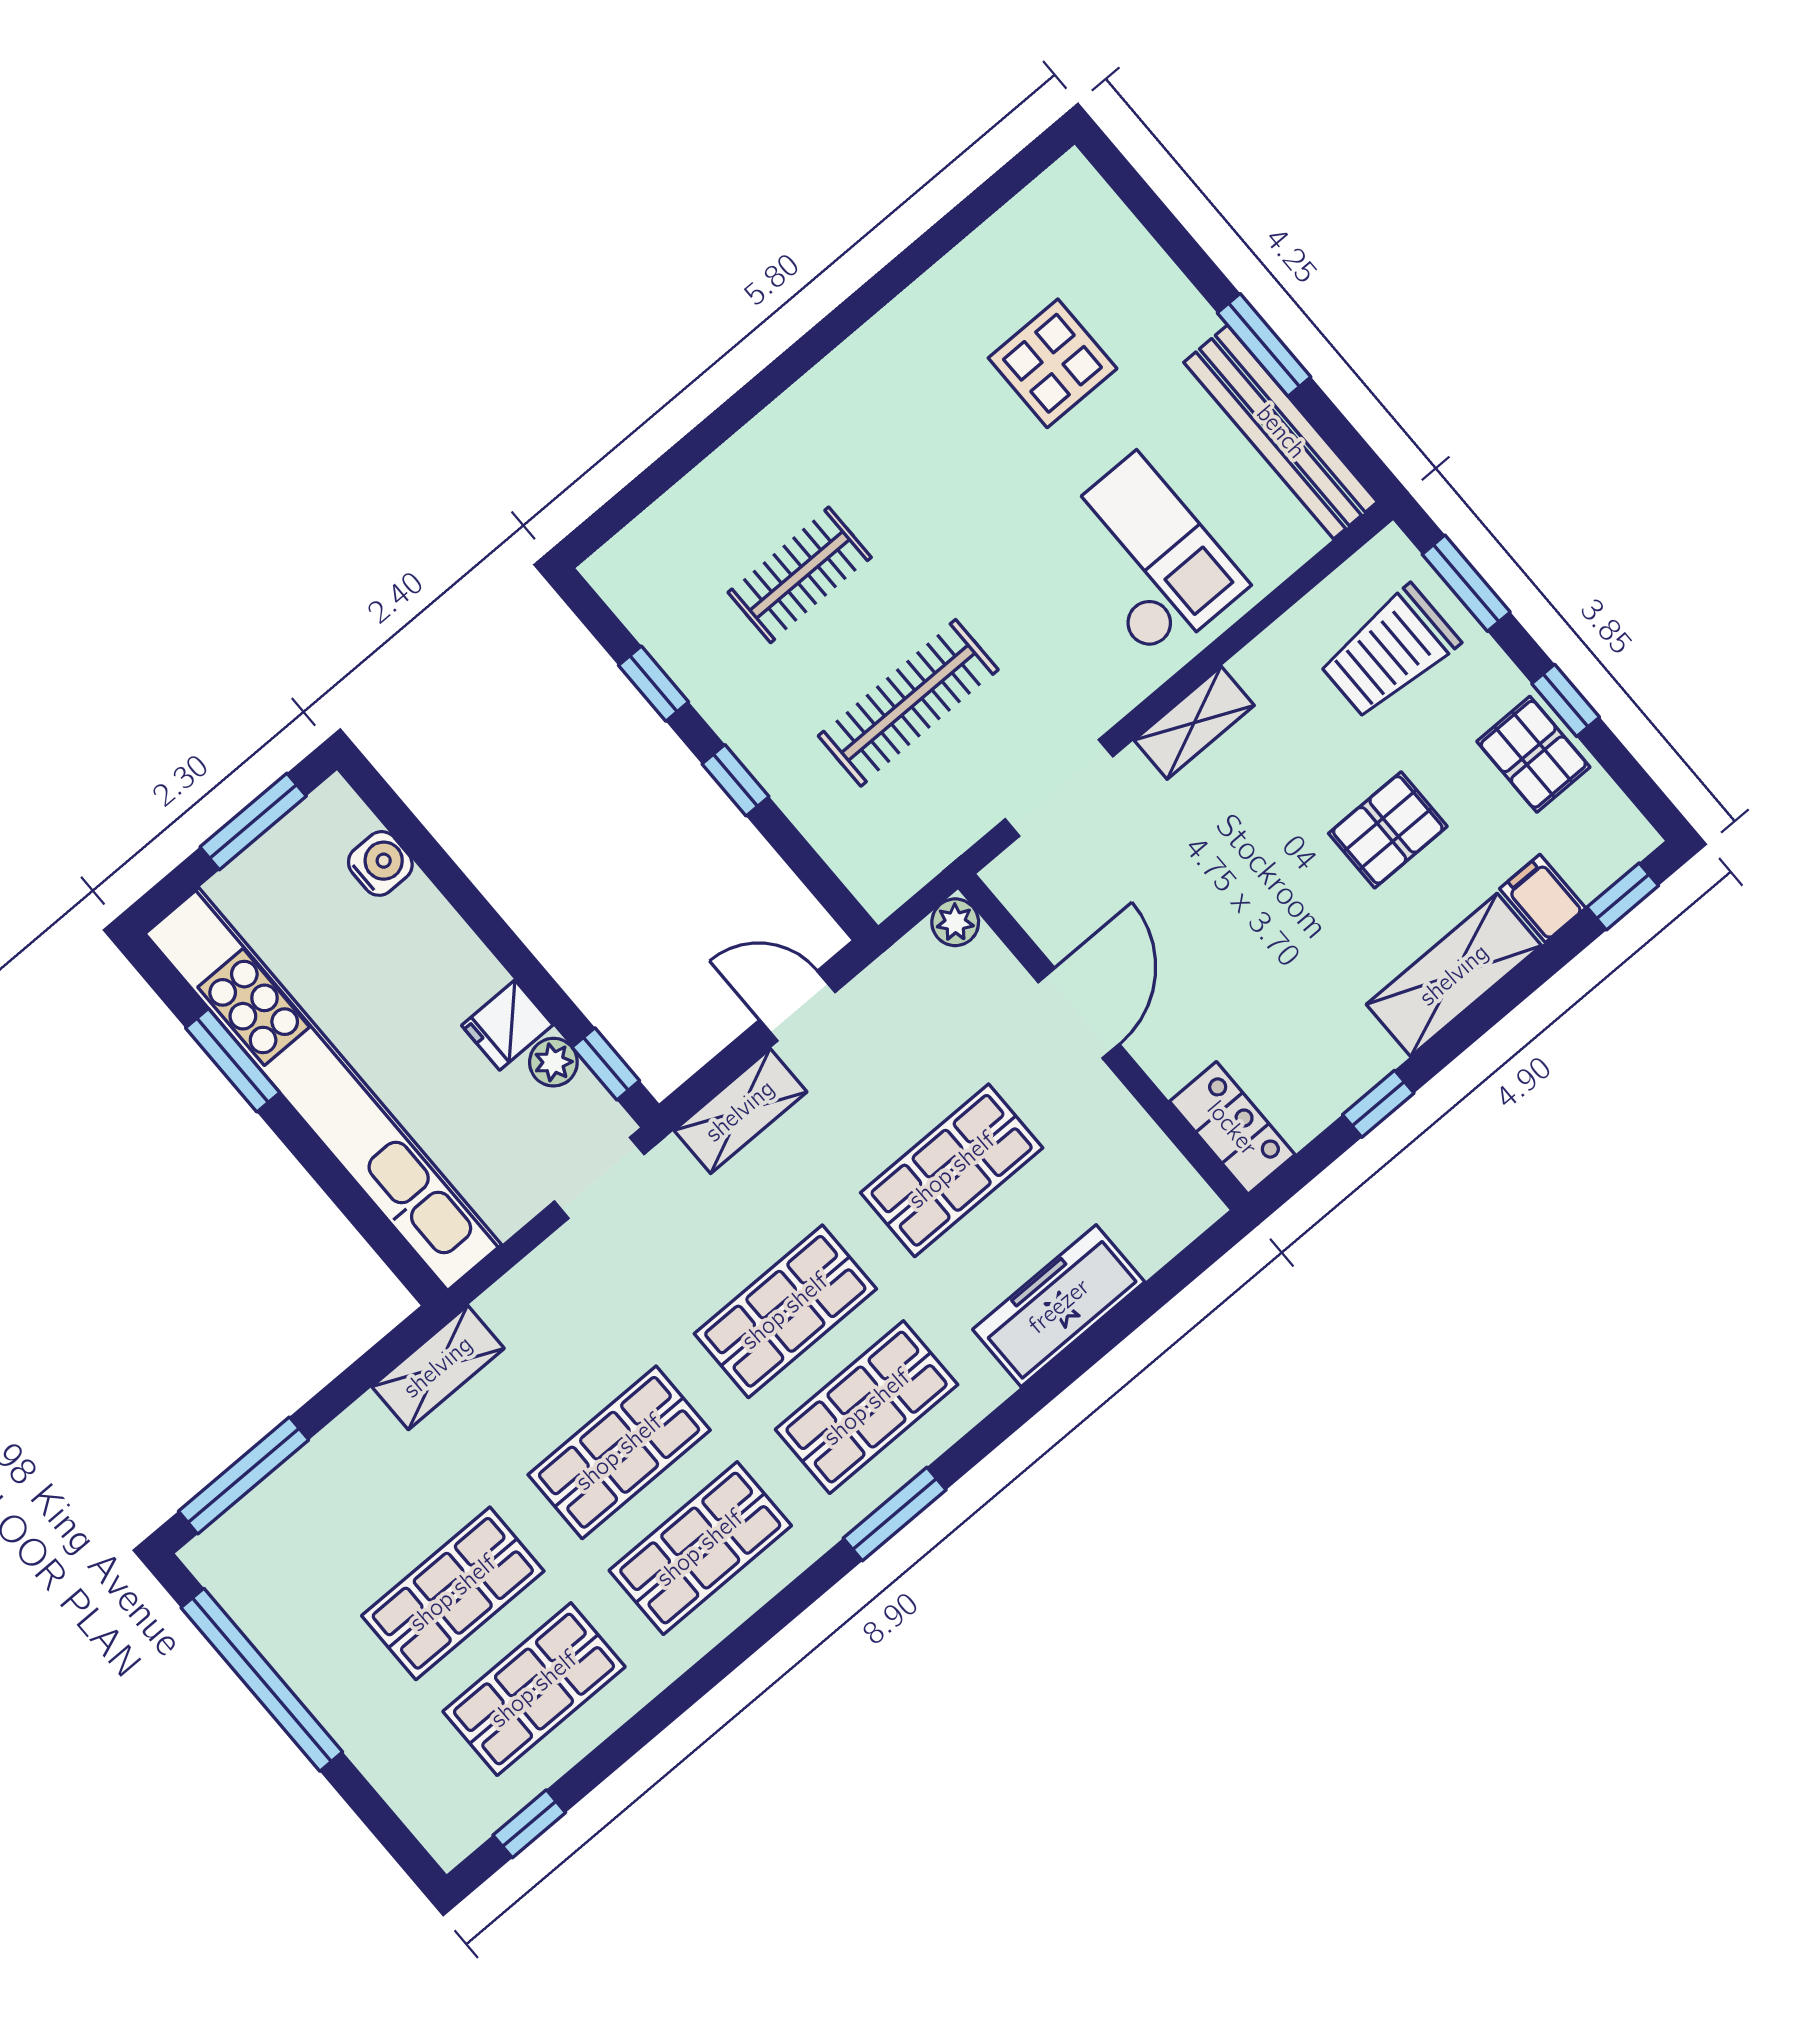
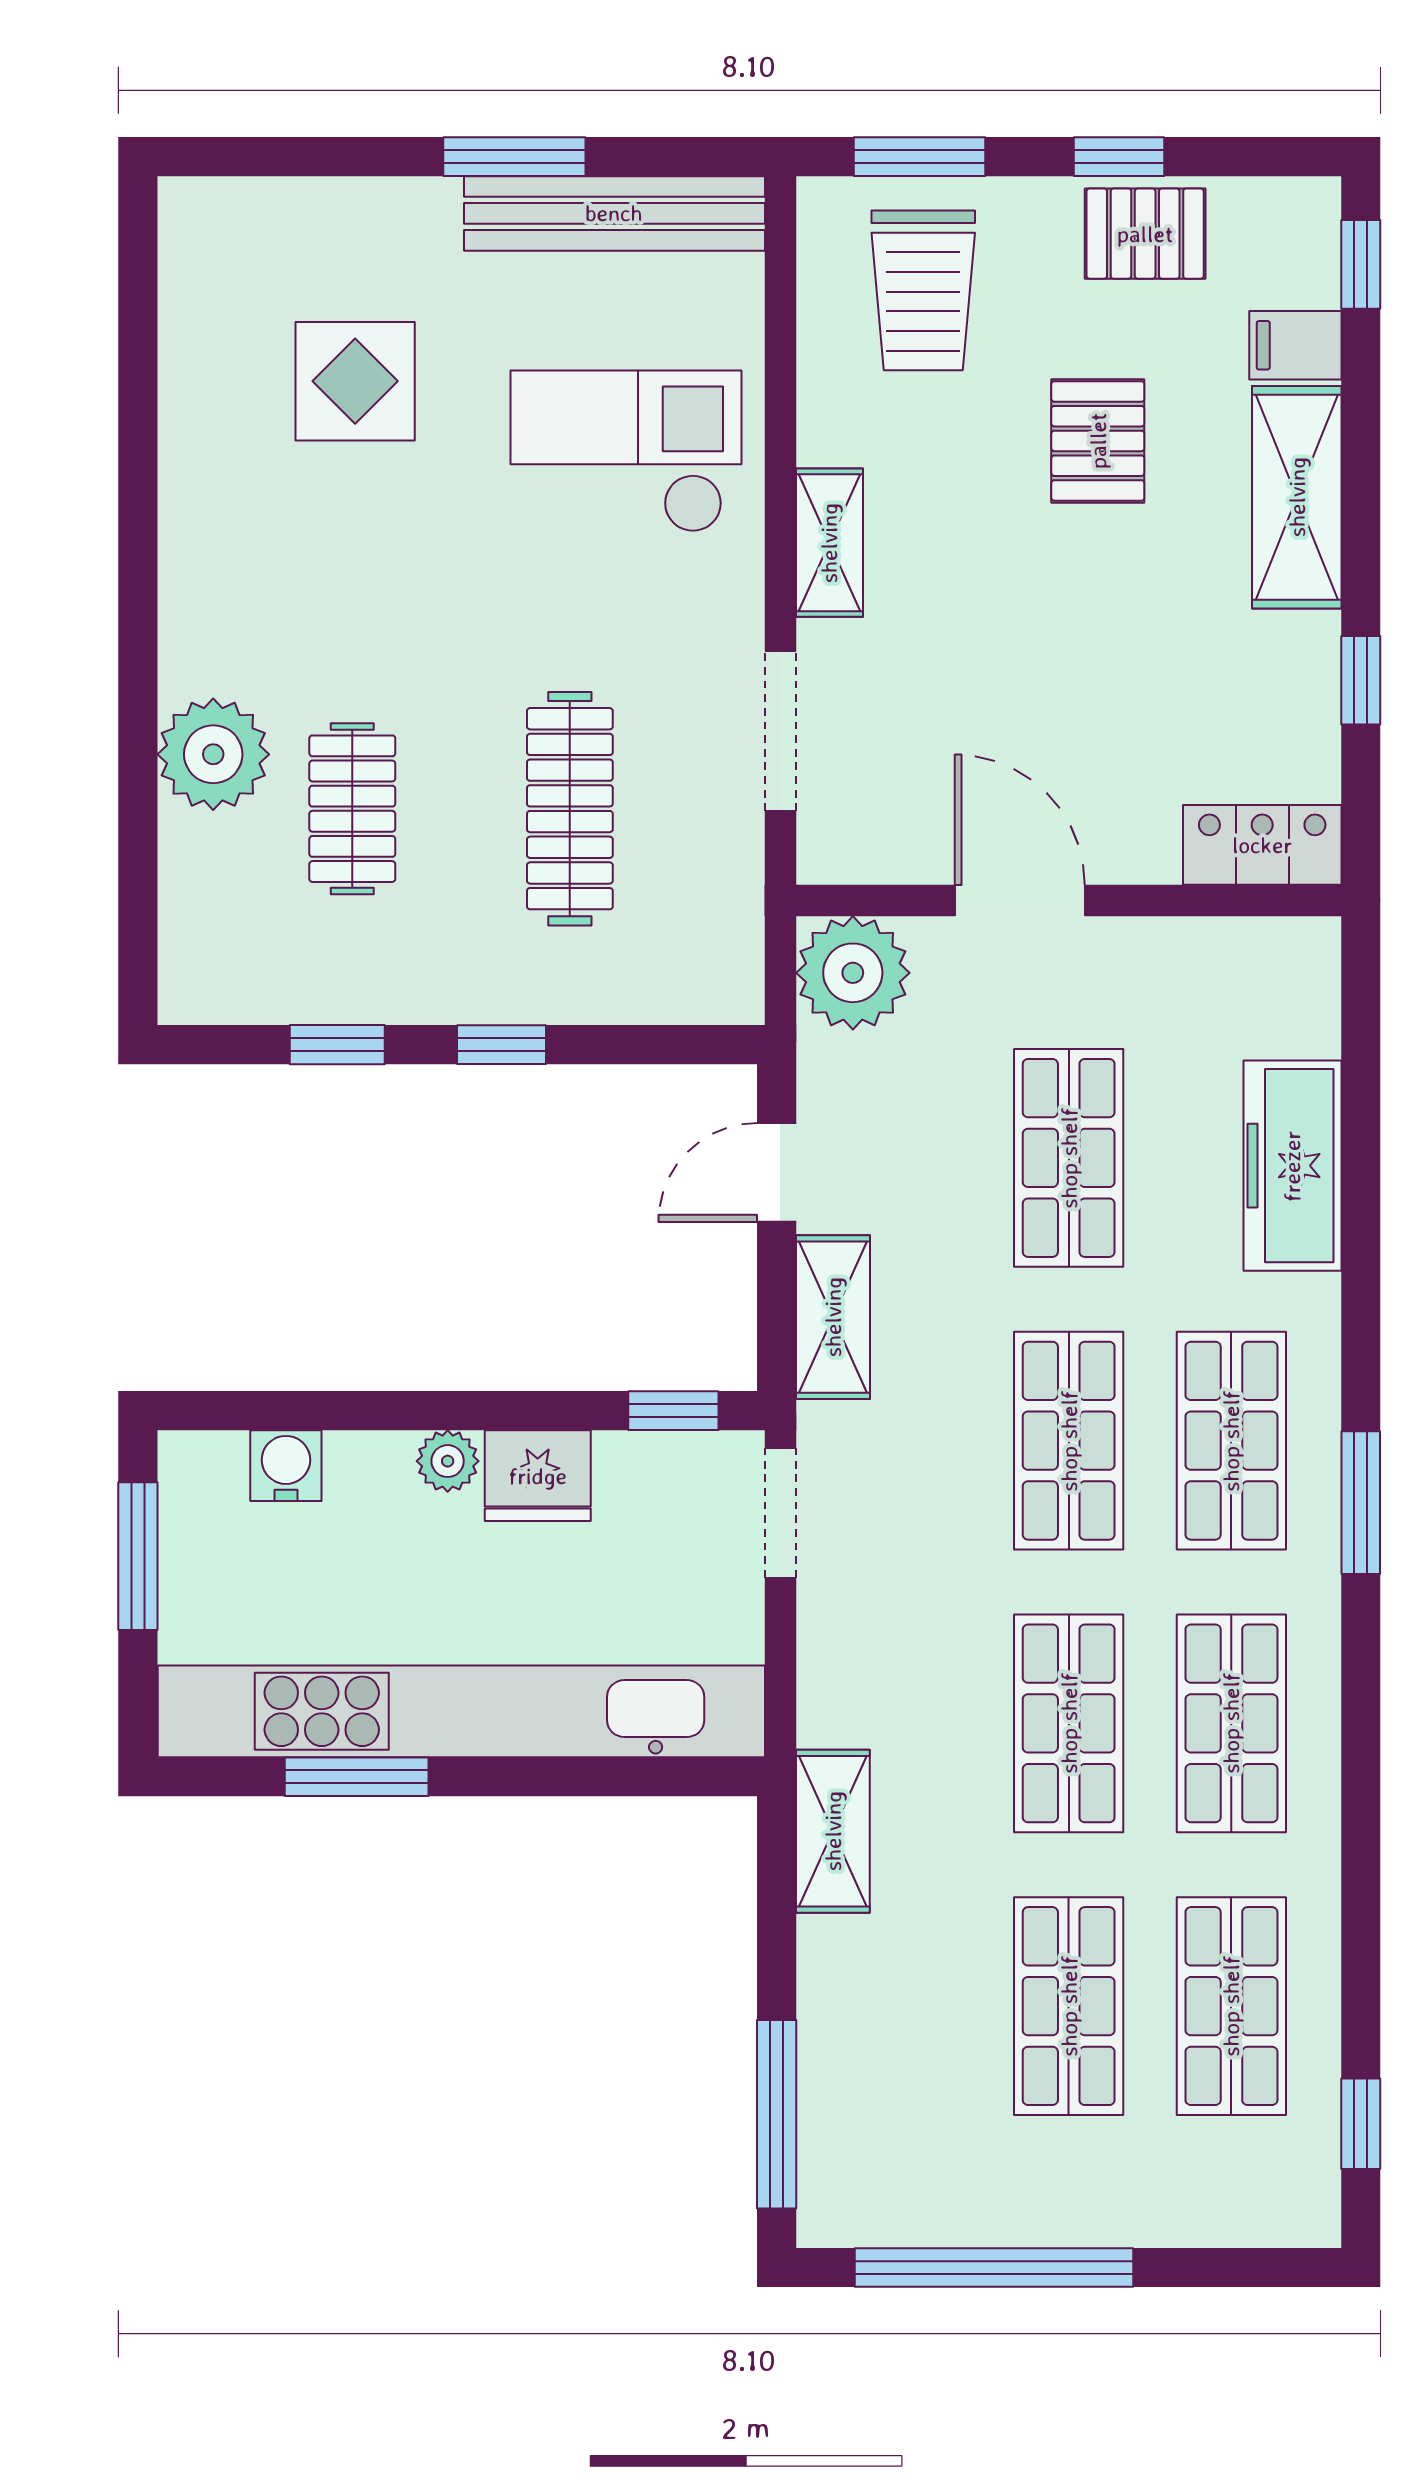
plant: (762, 466) -> (213, 754), added
plant: (955, 922) -> (853, 973), width x1.87, depth x1.87
fridge: (507, 1025) -> (538, 1476), width x1.38
plant: (553, 1062) -> (448, 1461), moved

